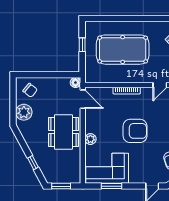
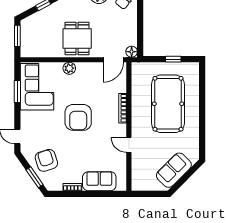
dining table: (64, 132) -> (77, 39), width x0.73

